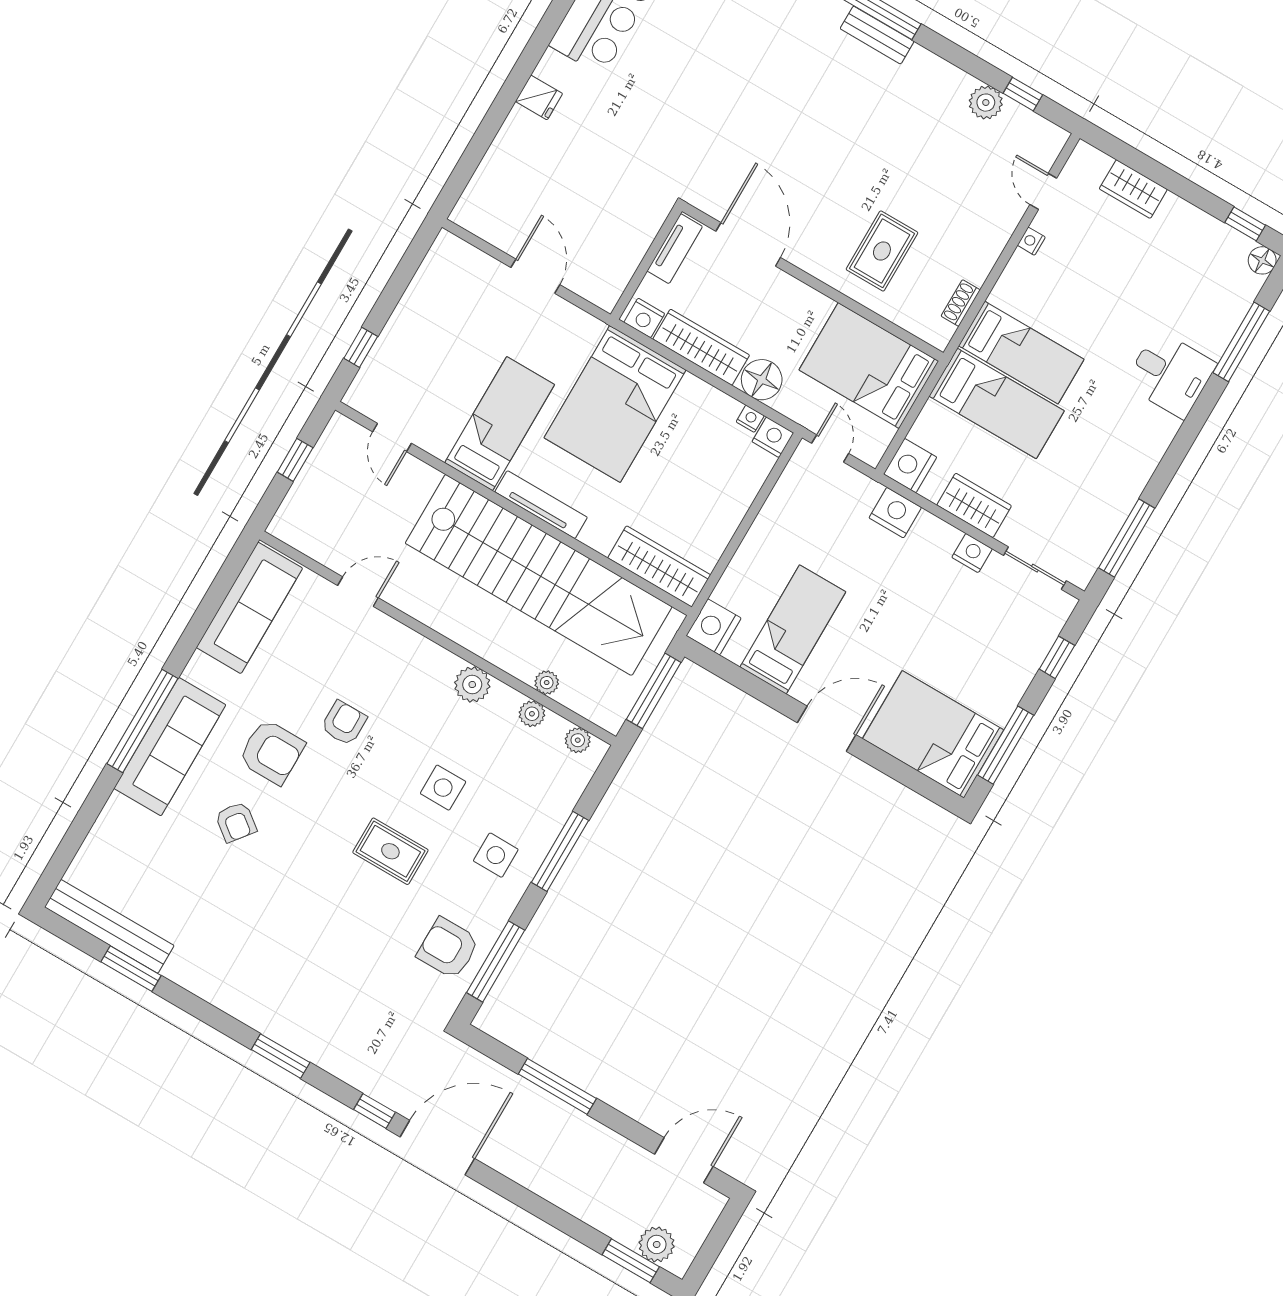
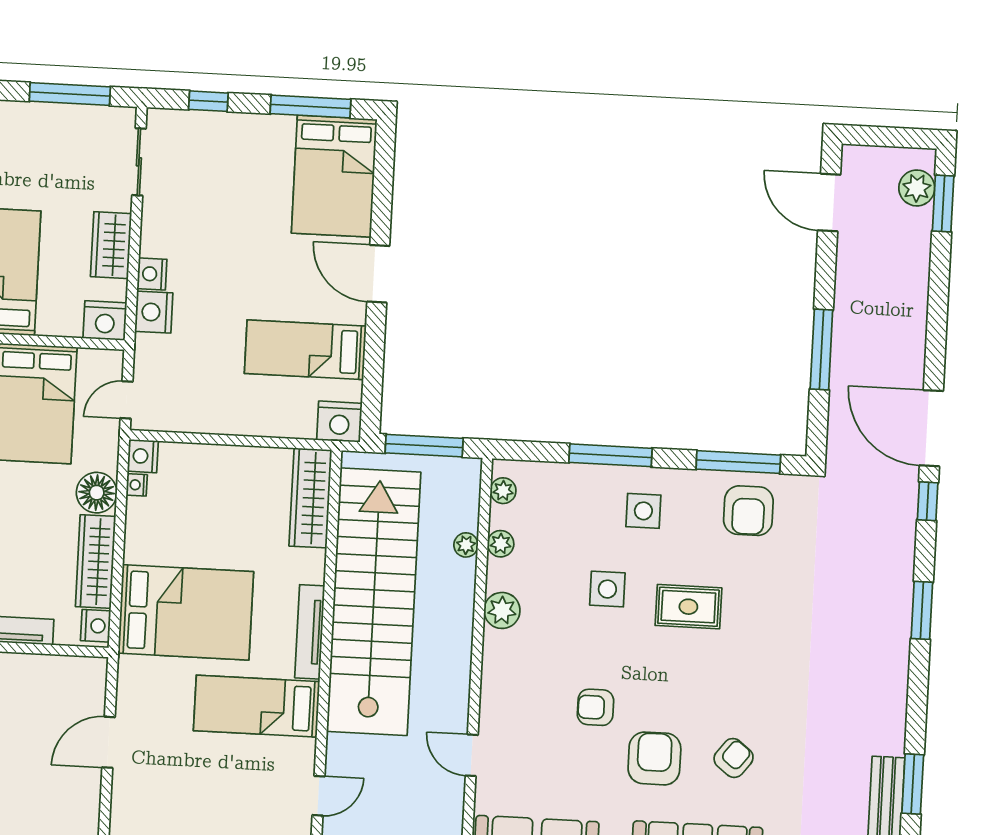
nightstand: (972, 553) -> (152, 274), moved
rug: (390, 851) -> (688, 607), turned 90

